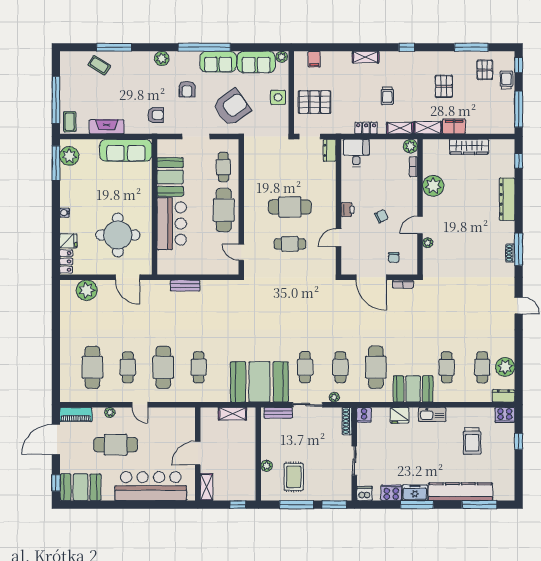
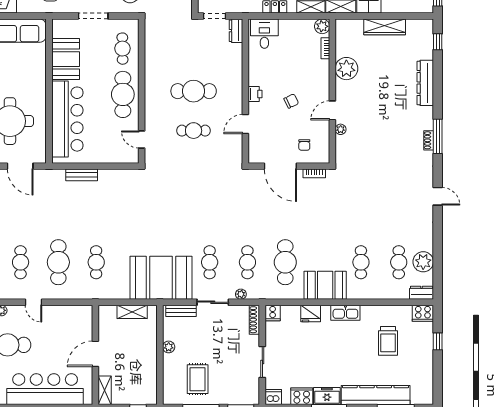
bar counter: (172, 224) -> (67, 119), width x1.36
plant: (267, 466) -> (169, 347), moved

